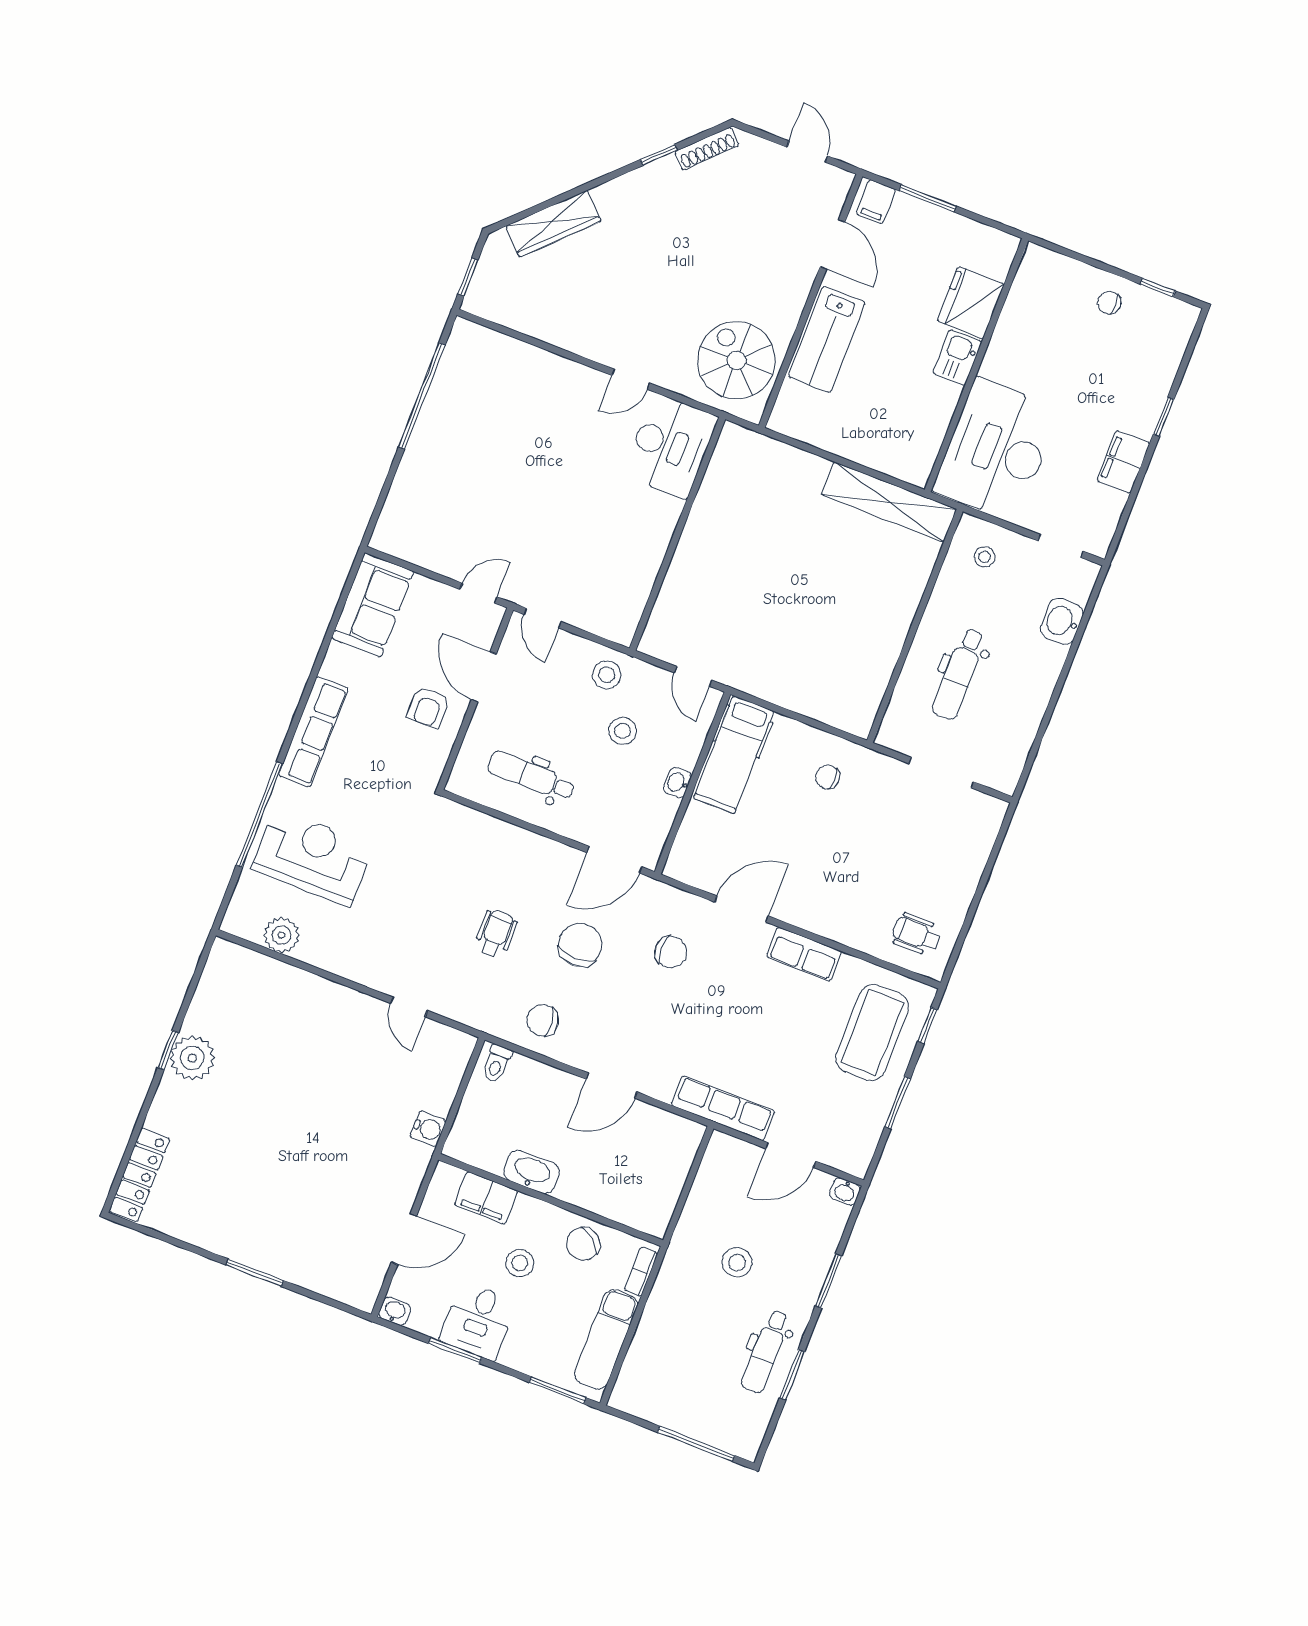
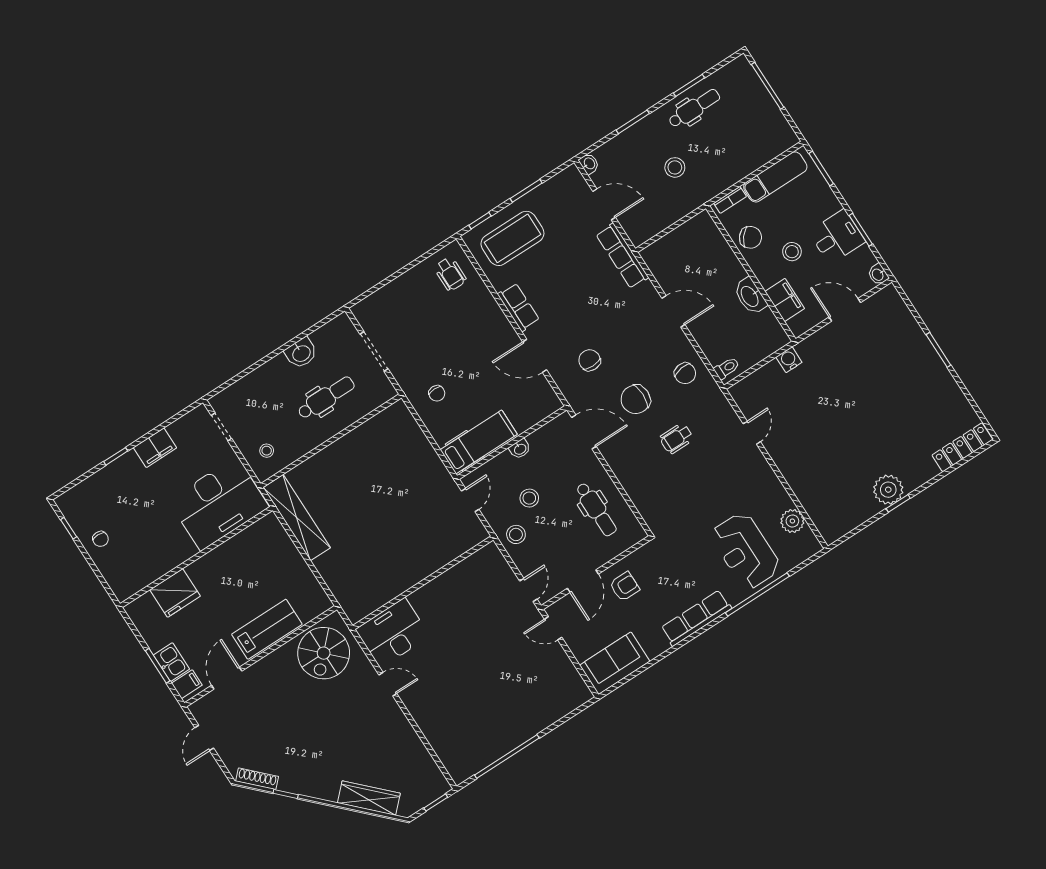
kitchen sink: (957, 357) -> (171, 662), moved, turned -90
washbasin: (1062, 621) -> (301, 353), moved

